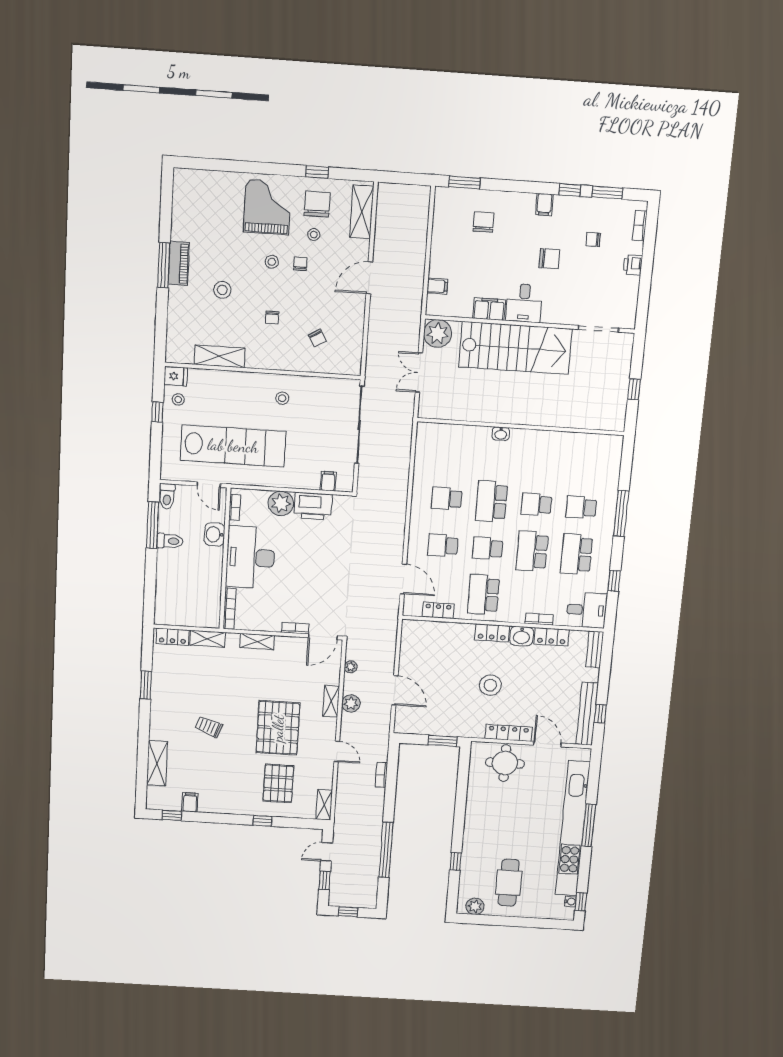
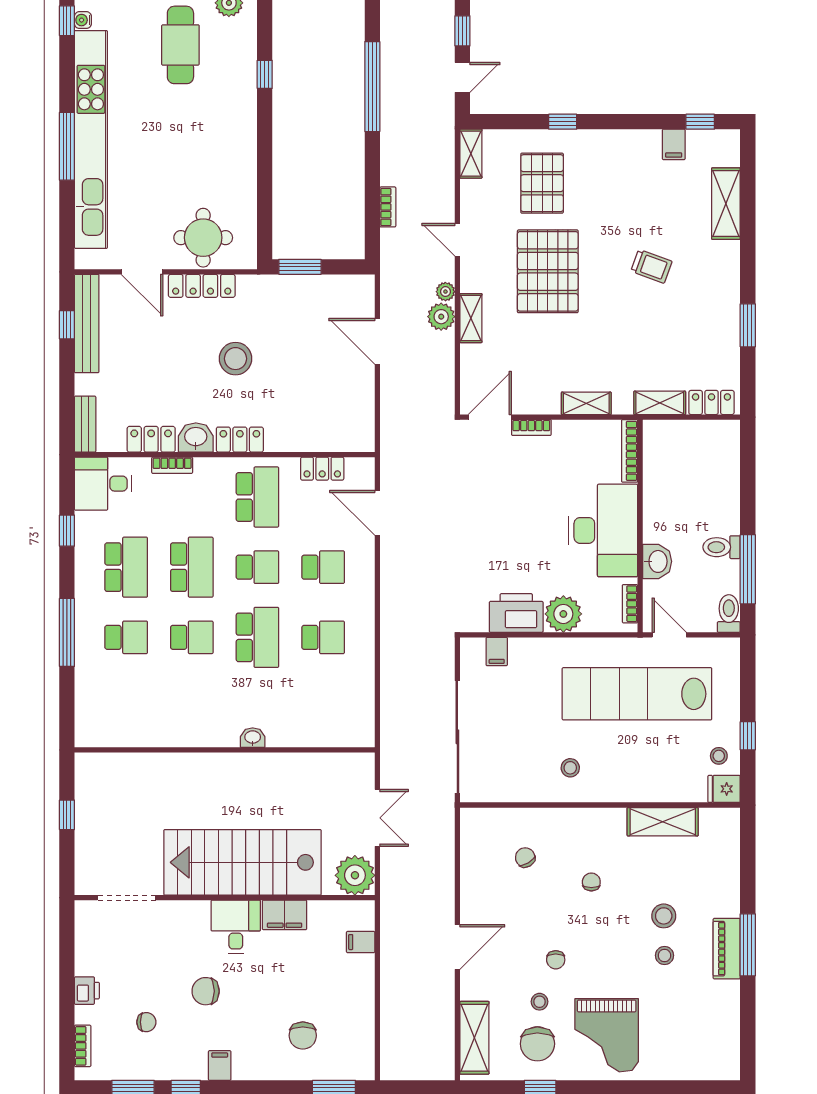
stool: (272, 262) -> (664, 955), moved
plant: (351, 667) -> (445, 292), moved

